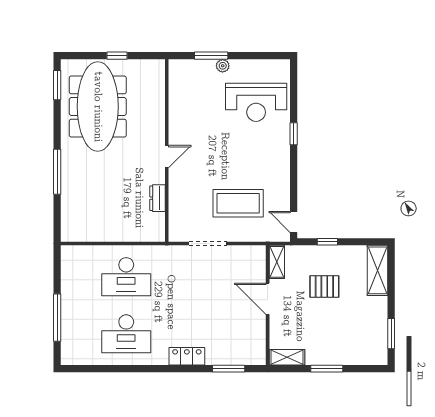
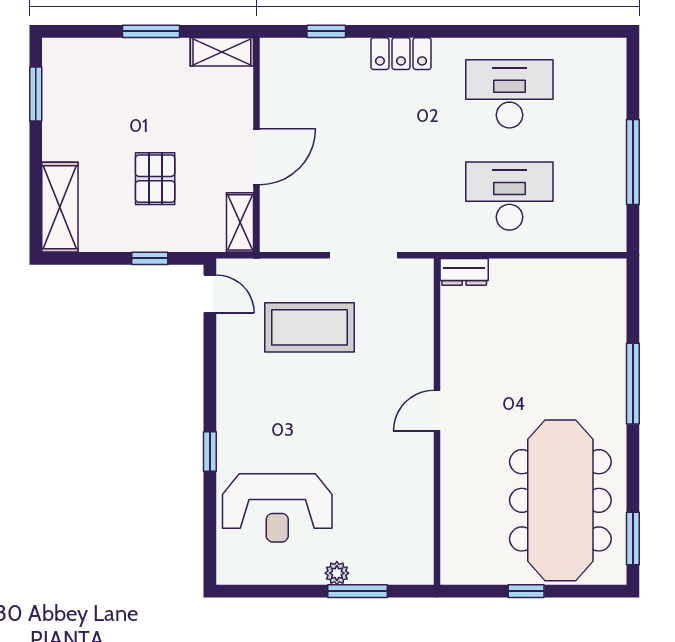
reception desk: (256, 102) -> (277, 508), turned 180
dresser: (157, 198) -> (464, 272), moved, turned 90
pallet: (324, 286) -> (155, 179), turned 90
door: (268, 299) -> (257, 157), hinge flipped
window: (57, 318) -> (633, 162), moved
window: (229, 369) -> (326, 31), width x0.67

